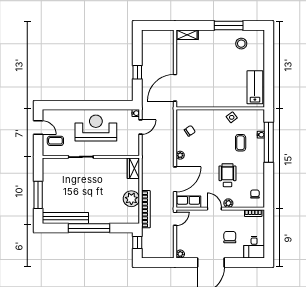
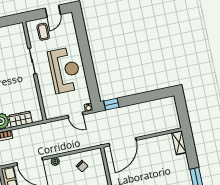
window: (137, 72) -> (111, 104), moved
door: (175, 88) -> (123, 142), swing flipped
wardrobe: (133, 168) -> (21, 119), moved

